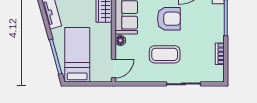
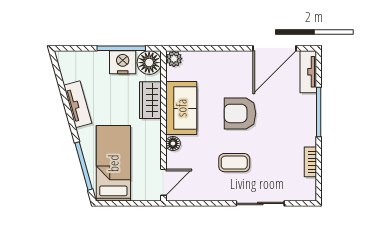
armchair: (169, 19) -> (240, 113), turned 180
coffee table: (165, 54) -> (234, 163), width x0.73, depth x0.77

